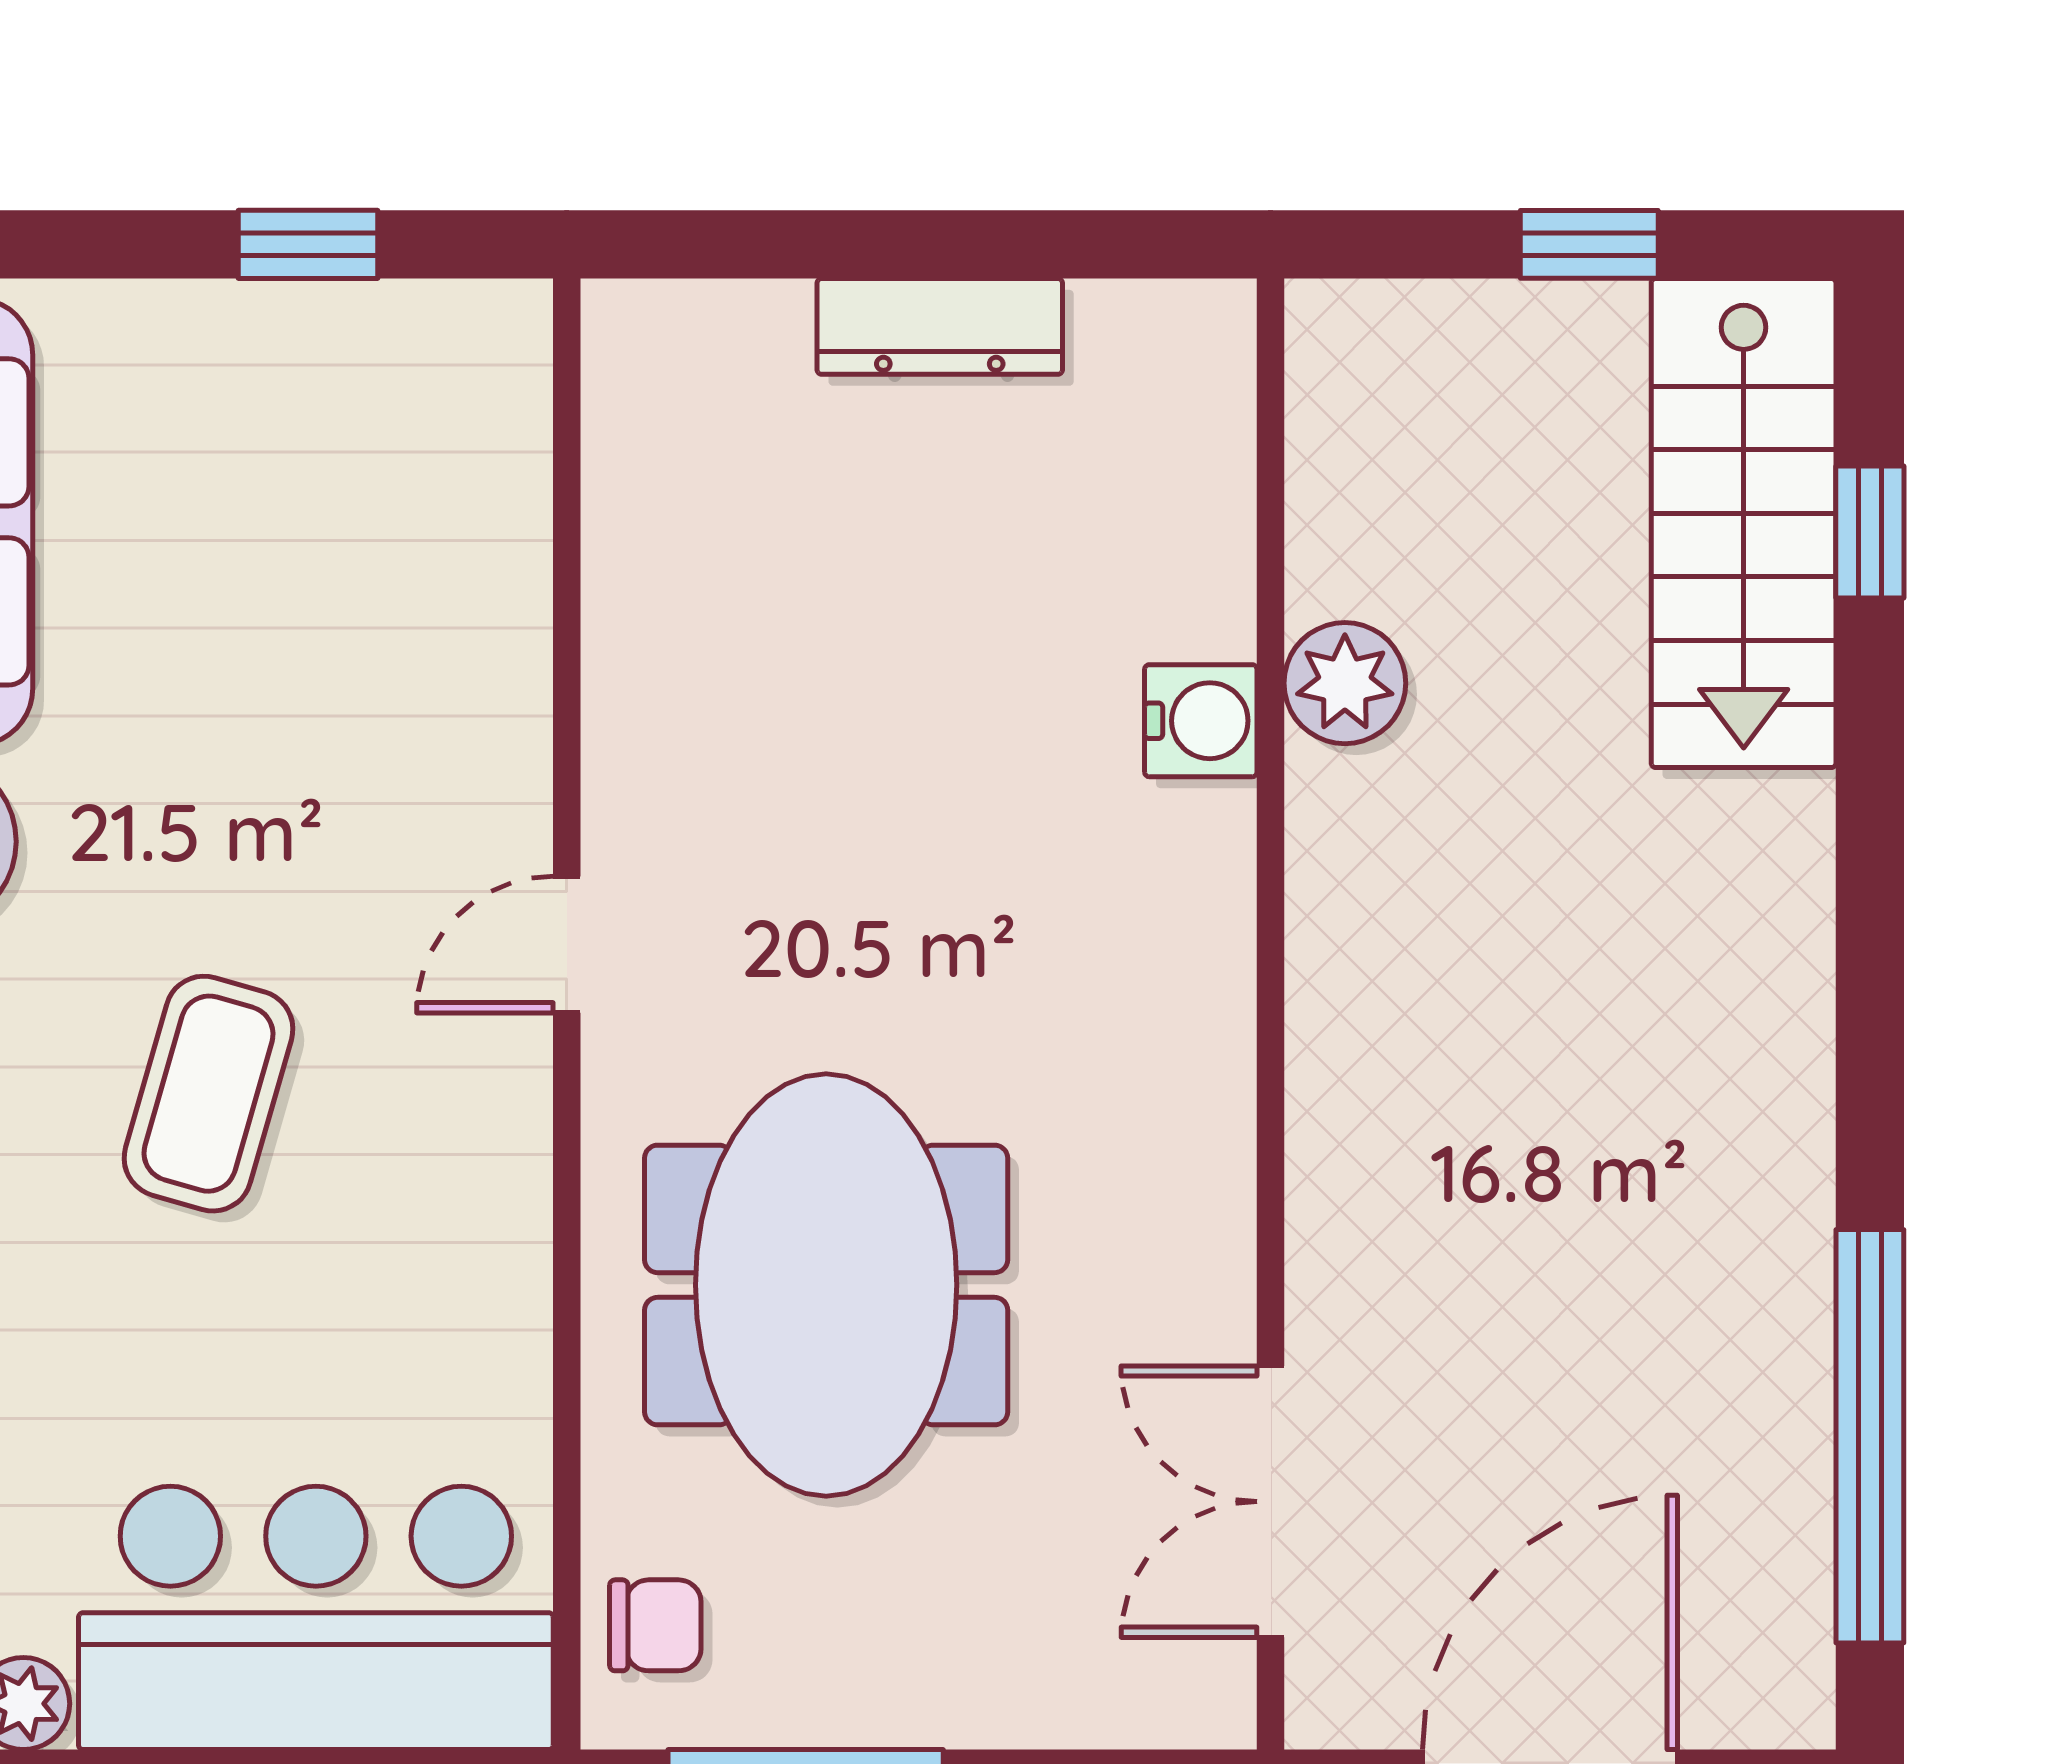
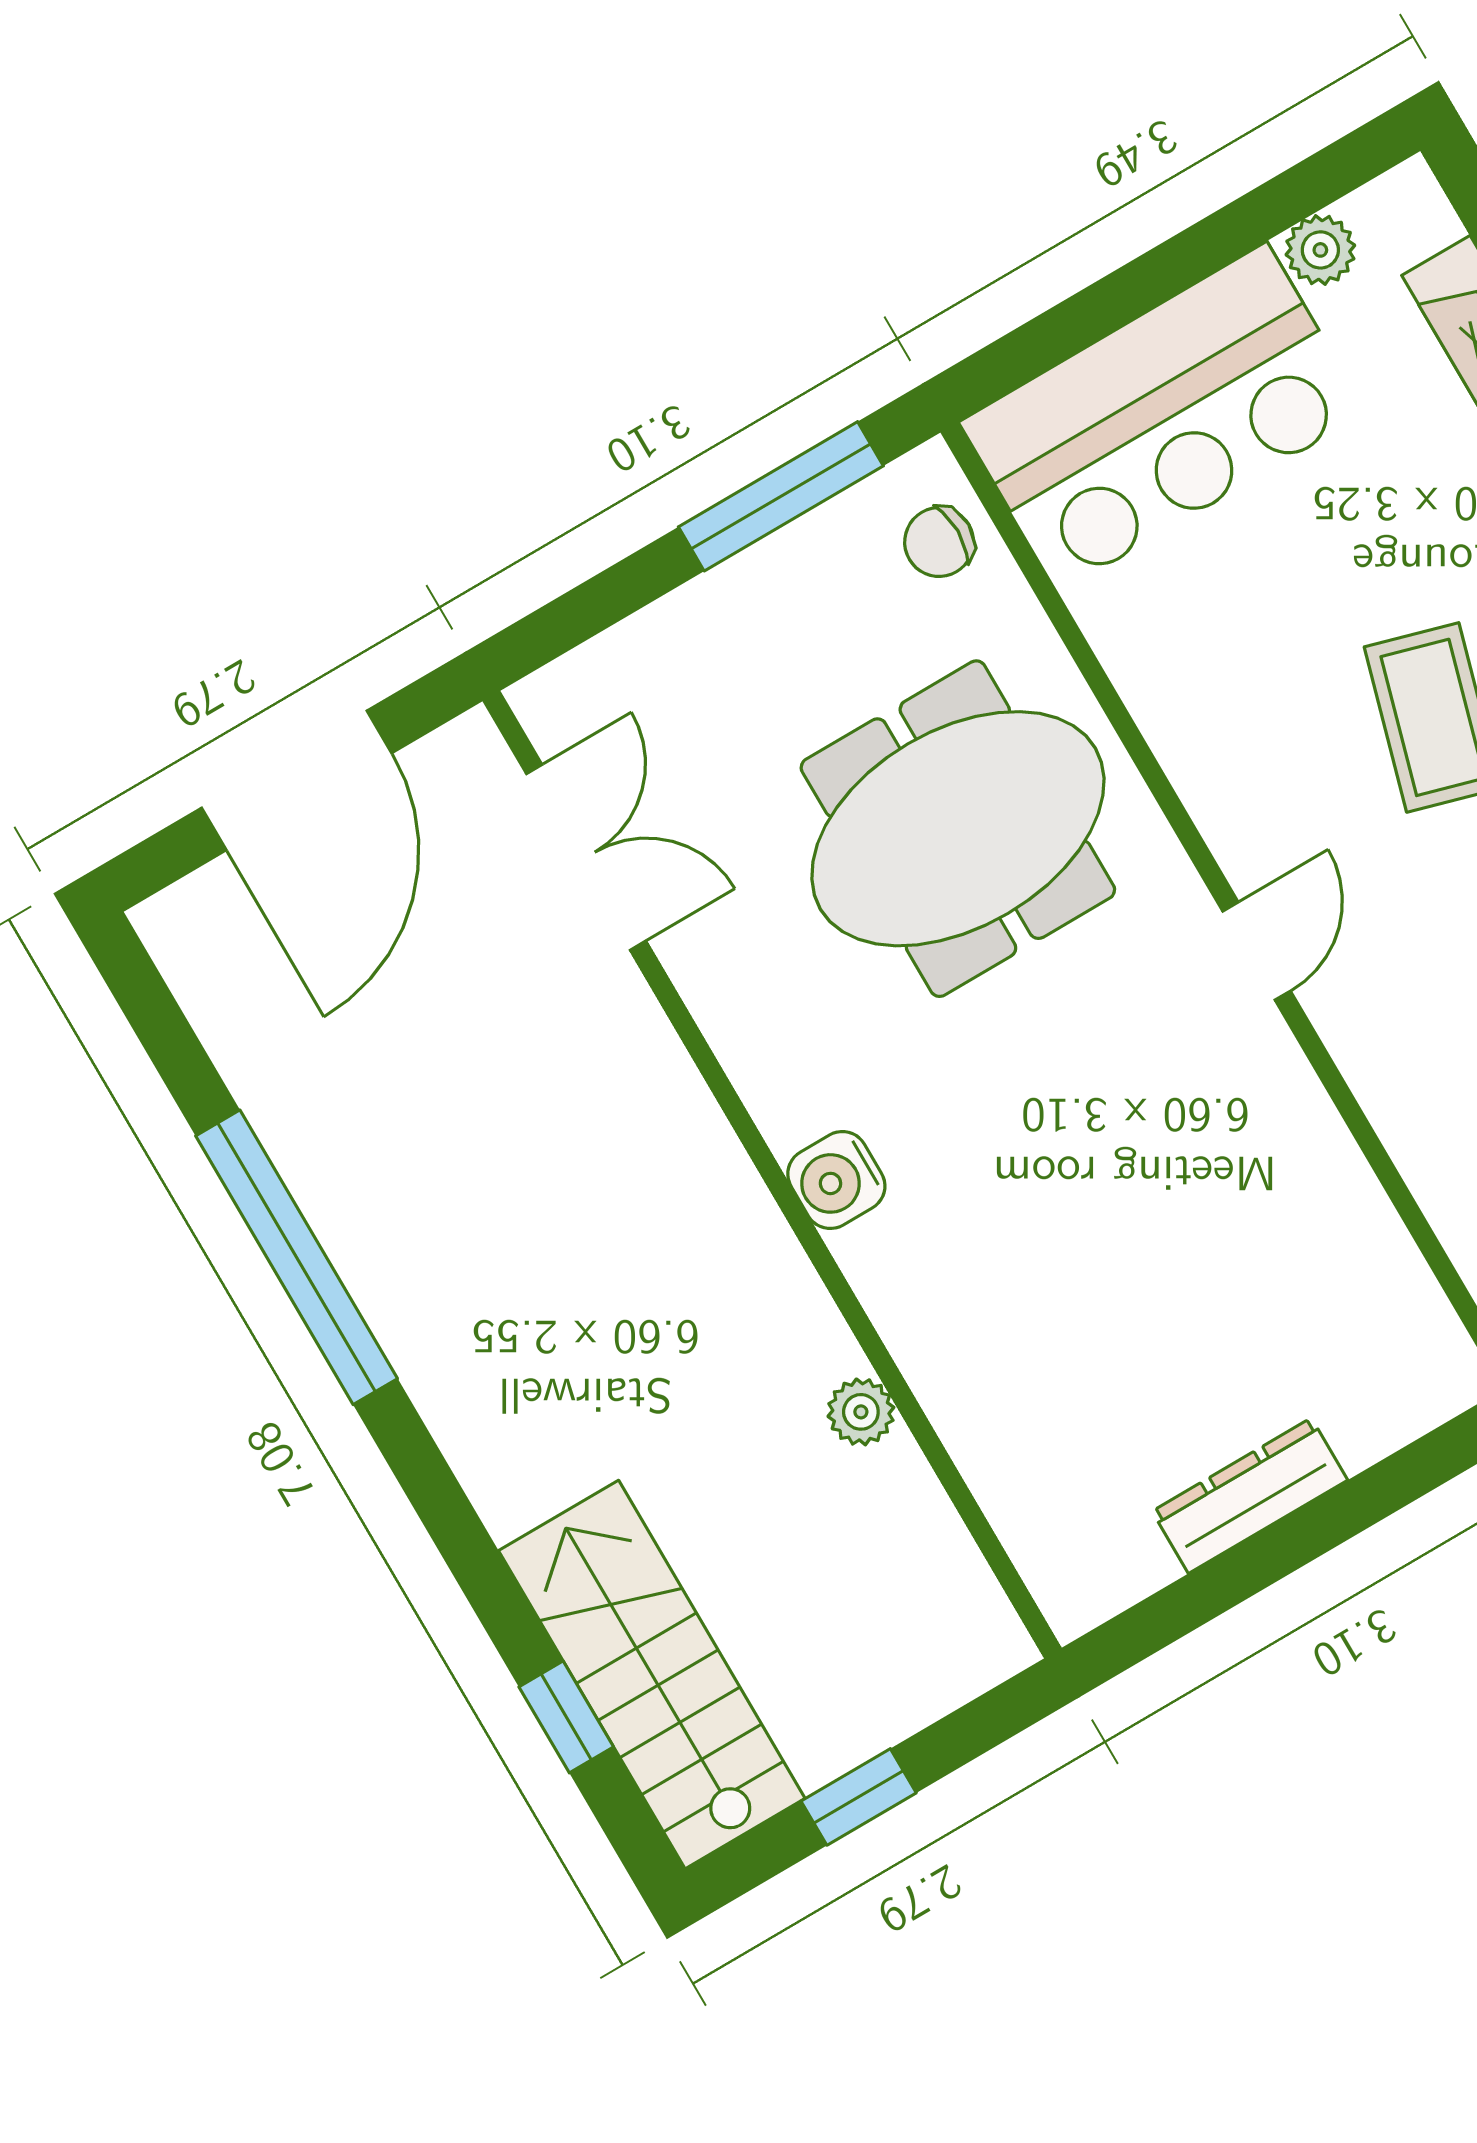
plant: (1345, 683) -> (861, 1412), width x0.73, depth x0.73
water cooler: (1201, 721) -> (836, 1180), moved
meeting table: (826, 1285) -> (958, 829), turned 90
window: (1870, 1436) -> (297, 1257), moved

